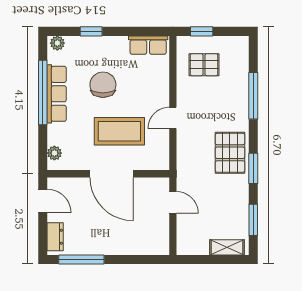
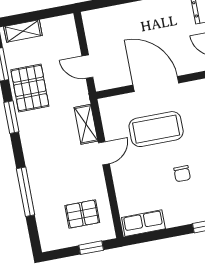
chair: (103, 85) -> (182, 174), width x0.54, depth x0.54
shelving: (184, 148) -> (86, 124), added
pallet: (230, 153) -> (30, 88), moved

